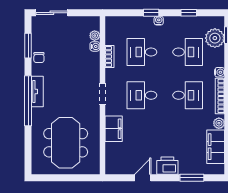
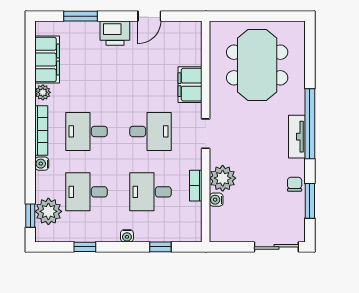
window: (151, 13) -> (160, 247), moved
plant: (95, 36) -> (223, 178), moved, width x1.88, depth x1.88
desk: (142, 52) -> (150, 192), turned 180

